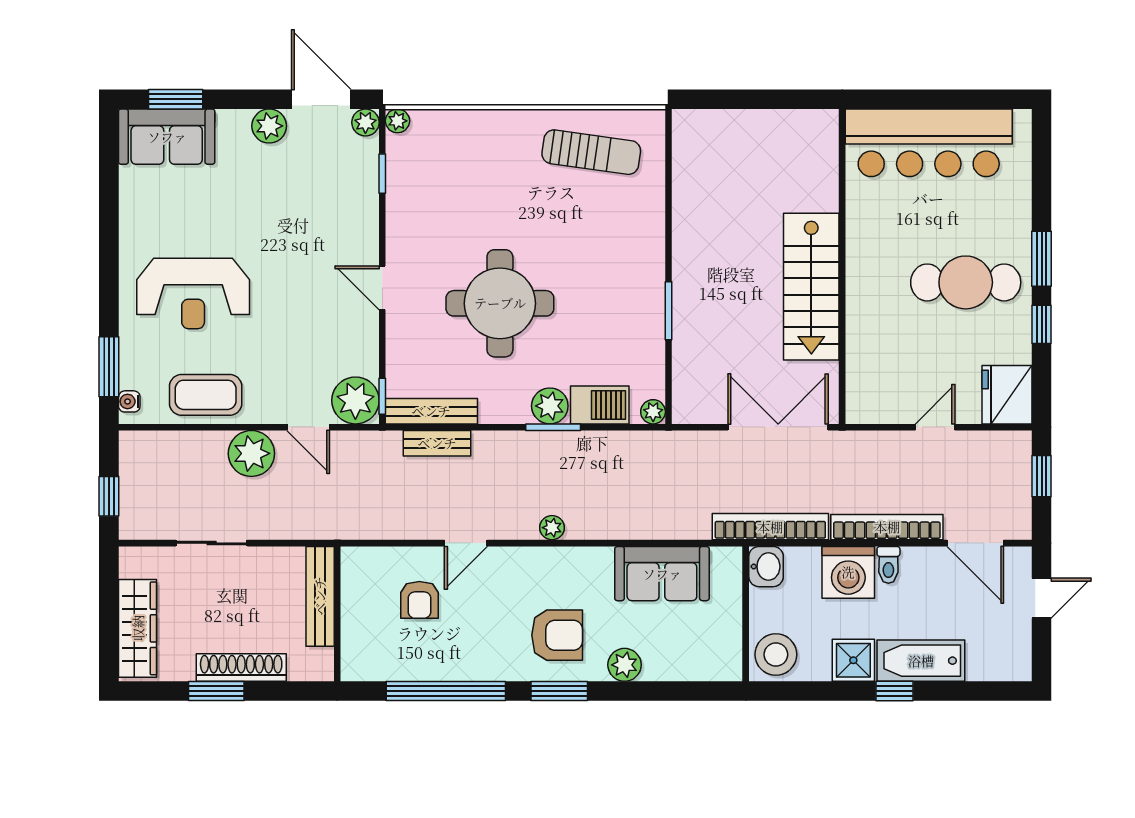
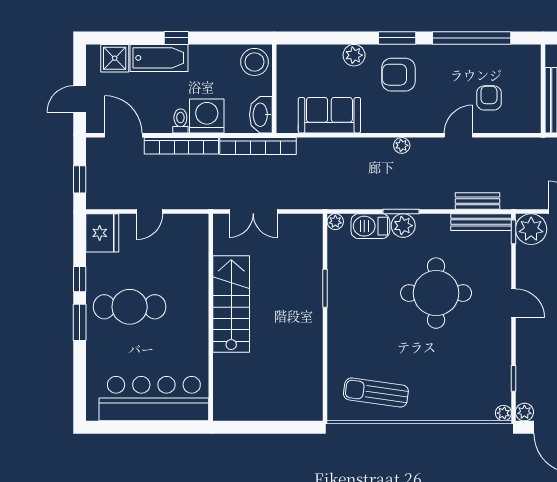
double door: (778, 427) -> (253, 211), width x0.73
washbasin: (766, 567) -> (261, 115), width x1.38
shower: (853, 660) -> (115, 58), moved

